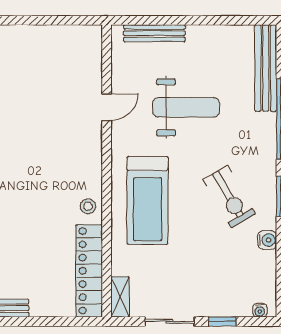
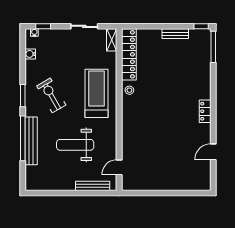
bench: (266, 68) -> (31, 141), moved
door: (107, 107) -> (119, 167), moved
water cooler: (267, 240) -> (30, 54), moved
window: (222, 321) -> (43, 26), moved

